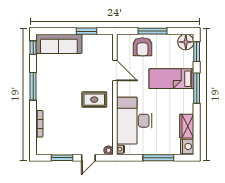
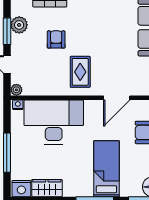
armchair: (68, 119) -> (56, 39), added
plant: (57, 148) -> (19, 25), added

